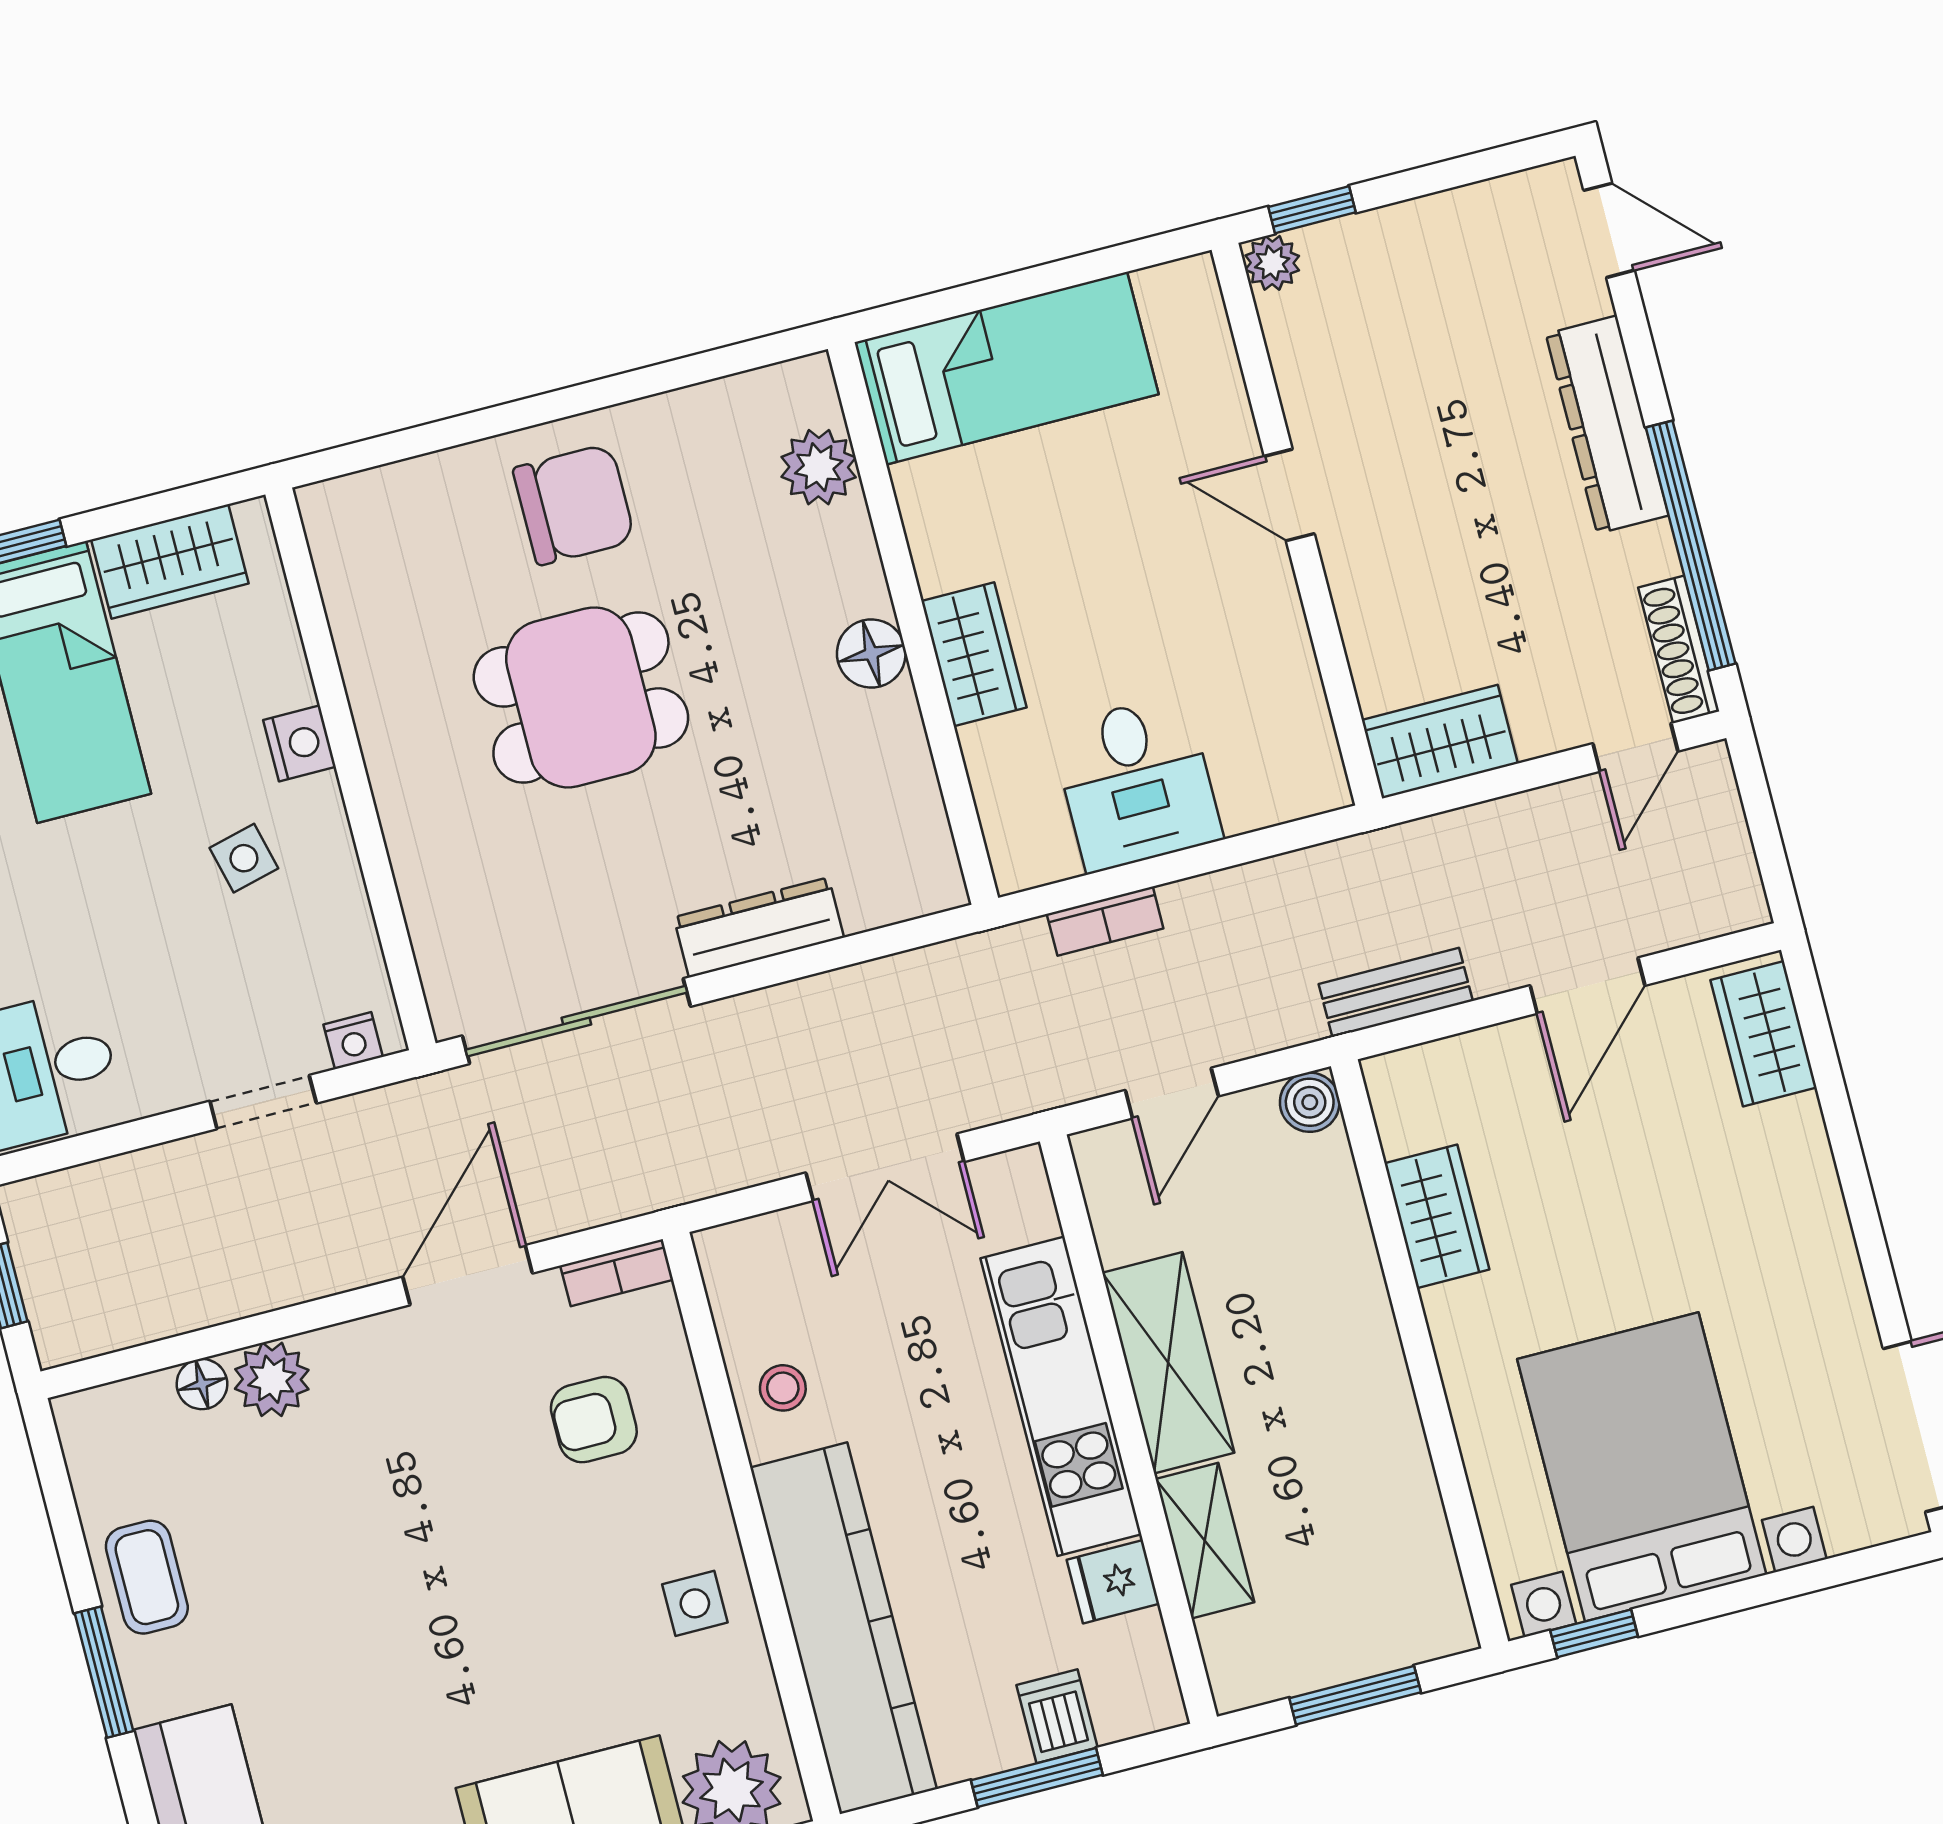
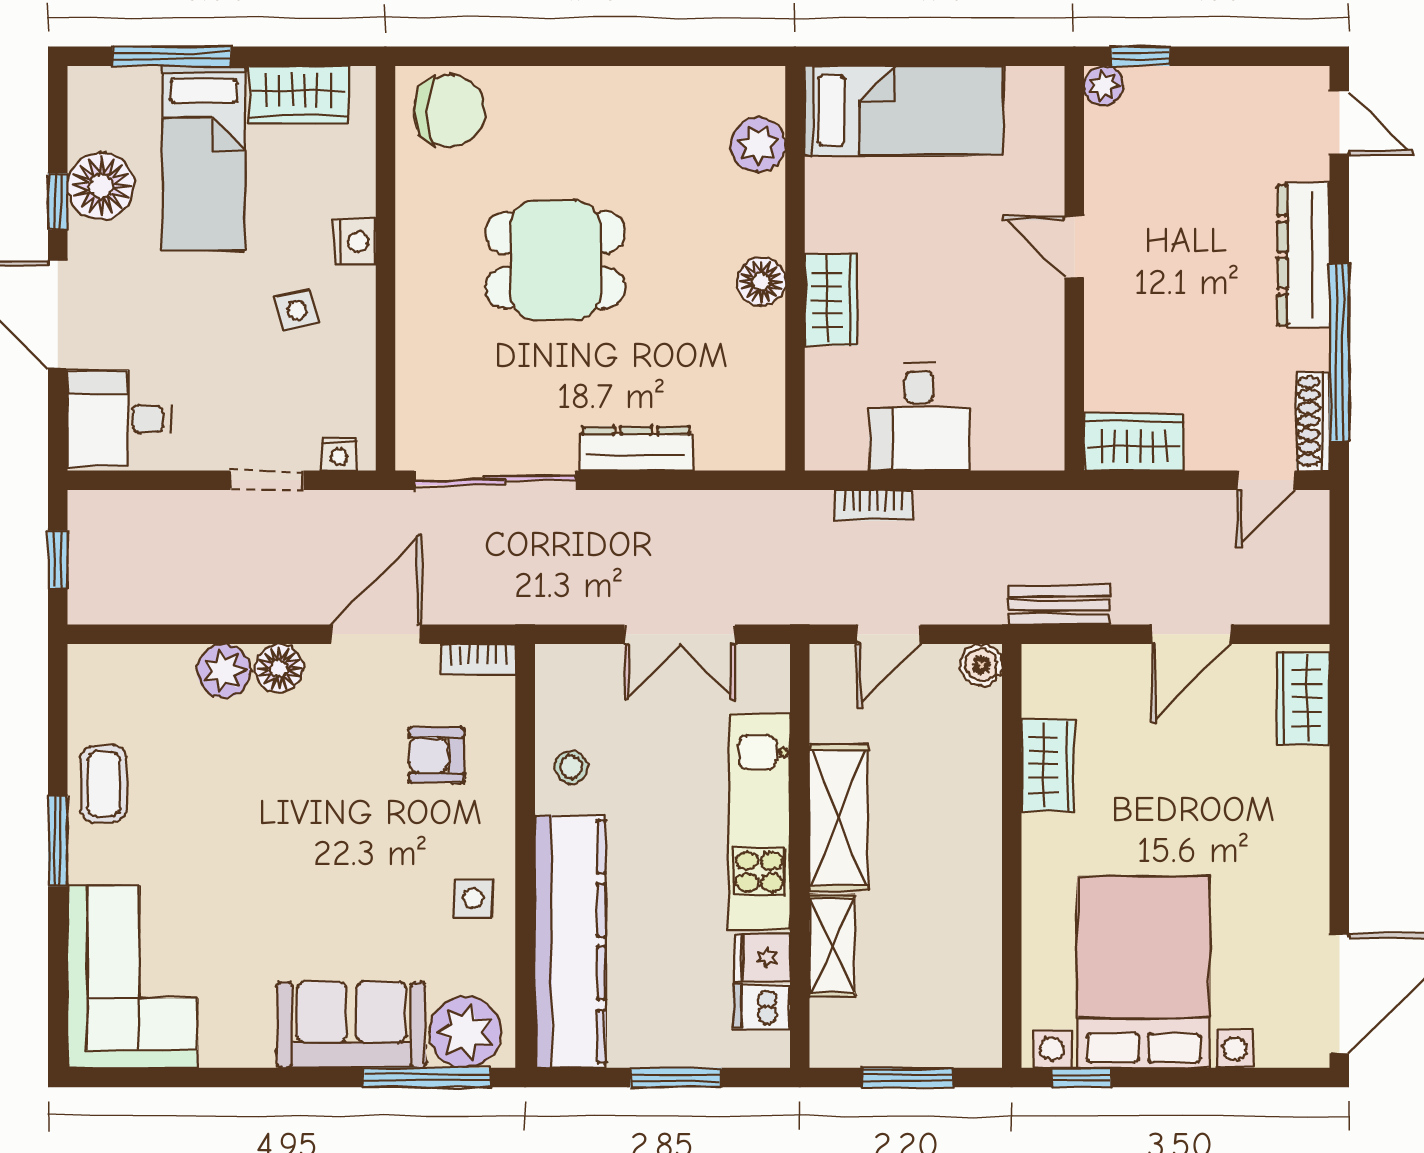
chair: (574, 505) -> (449, 111), moved
floor lamp: (202, 1384) -> (279, 668), moved, width x1.37, depth x1.37
dishwasher: (1057, 1716) -> (761, 1007), moved, turned -90

